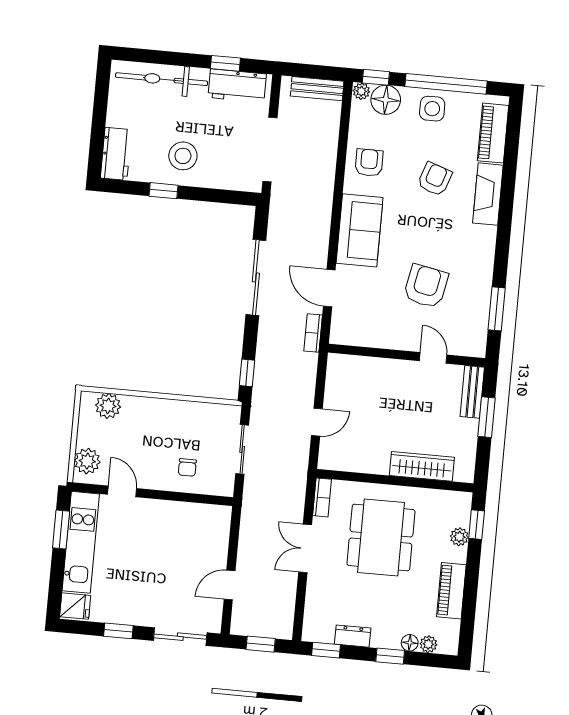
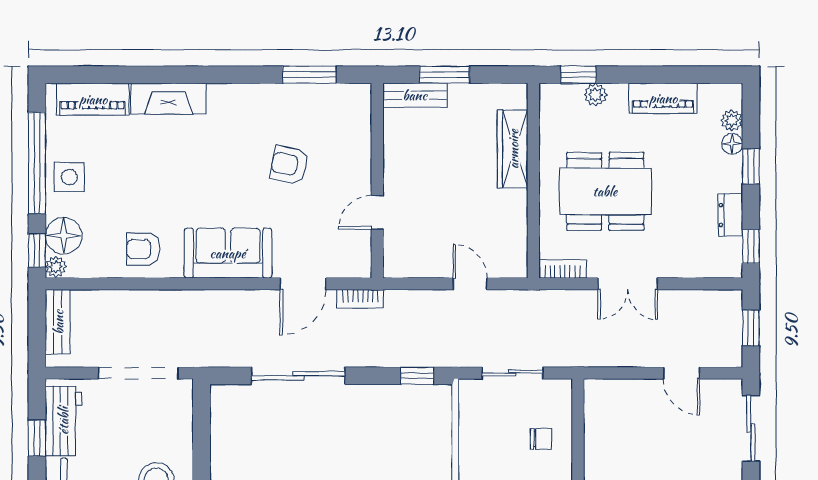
armchair: (435, 179) -> (156, 166), removed
armchair: (426, 286) -> (289, 165), width x0.72, depth x0.72
door: (433, 358) -> (377, 212), moved

